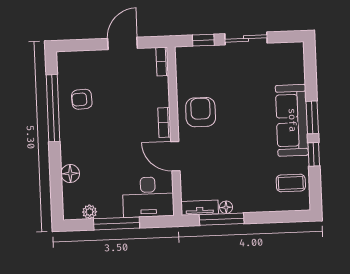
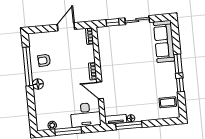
armchair: (201, 112) -> (113, 64), removed
sofa: (292, 120) -> (164, 41), moved
floor lamp: (70, 174) -> (38, 84), moved

